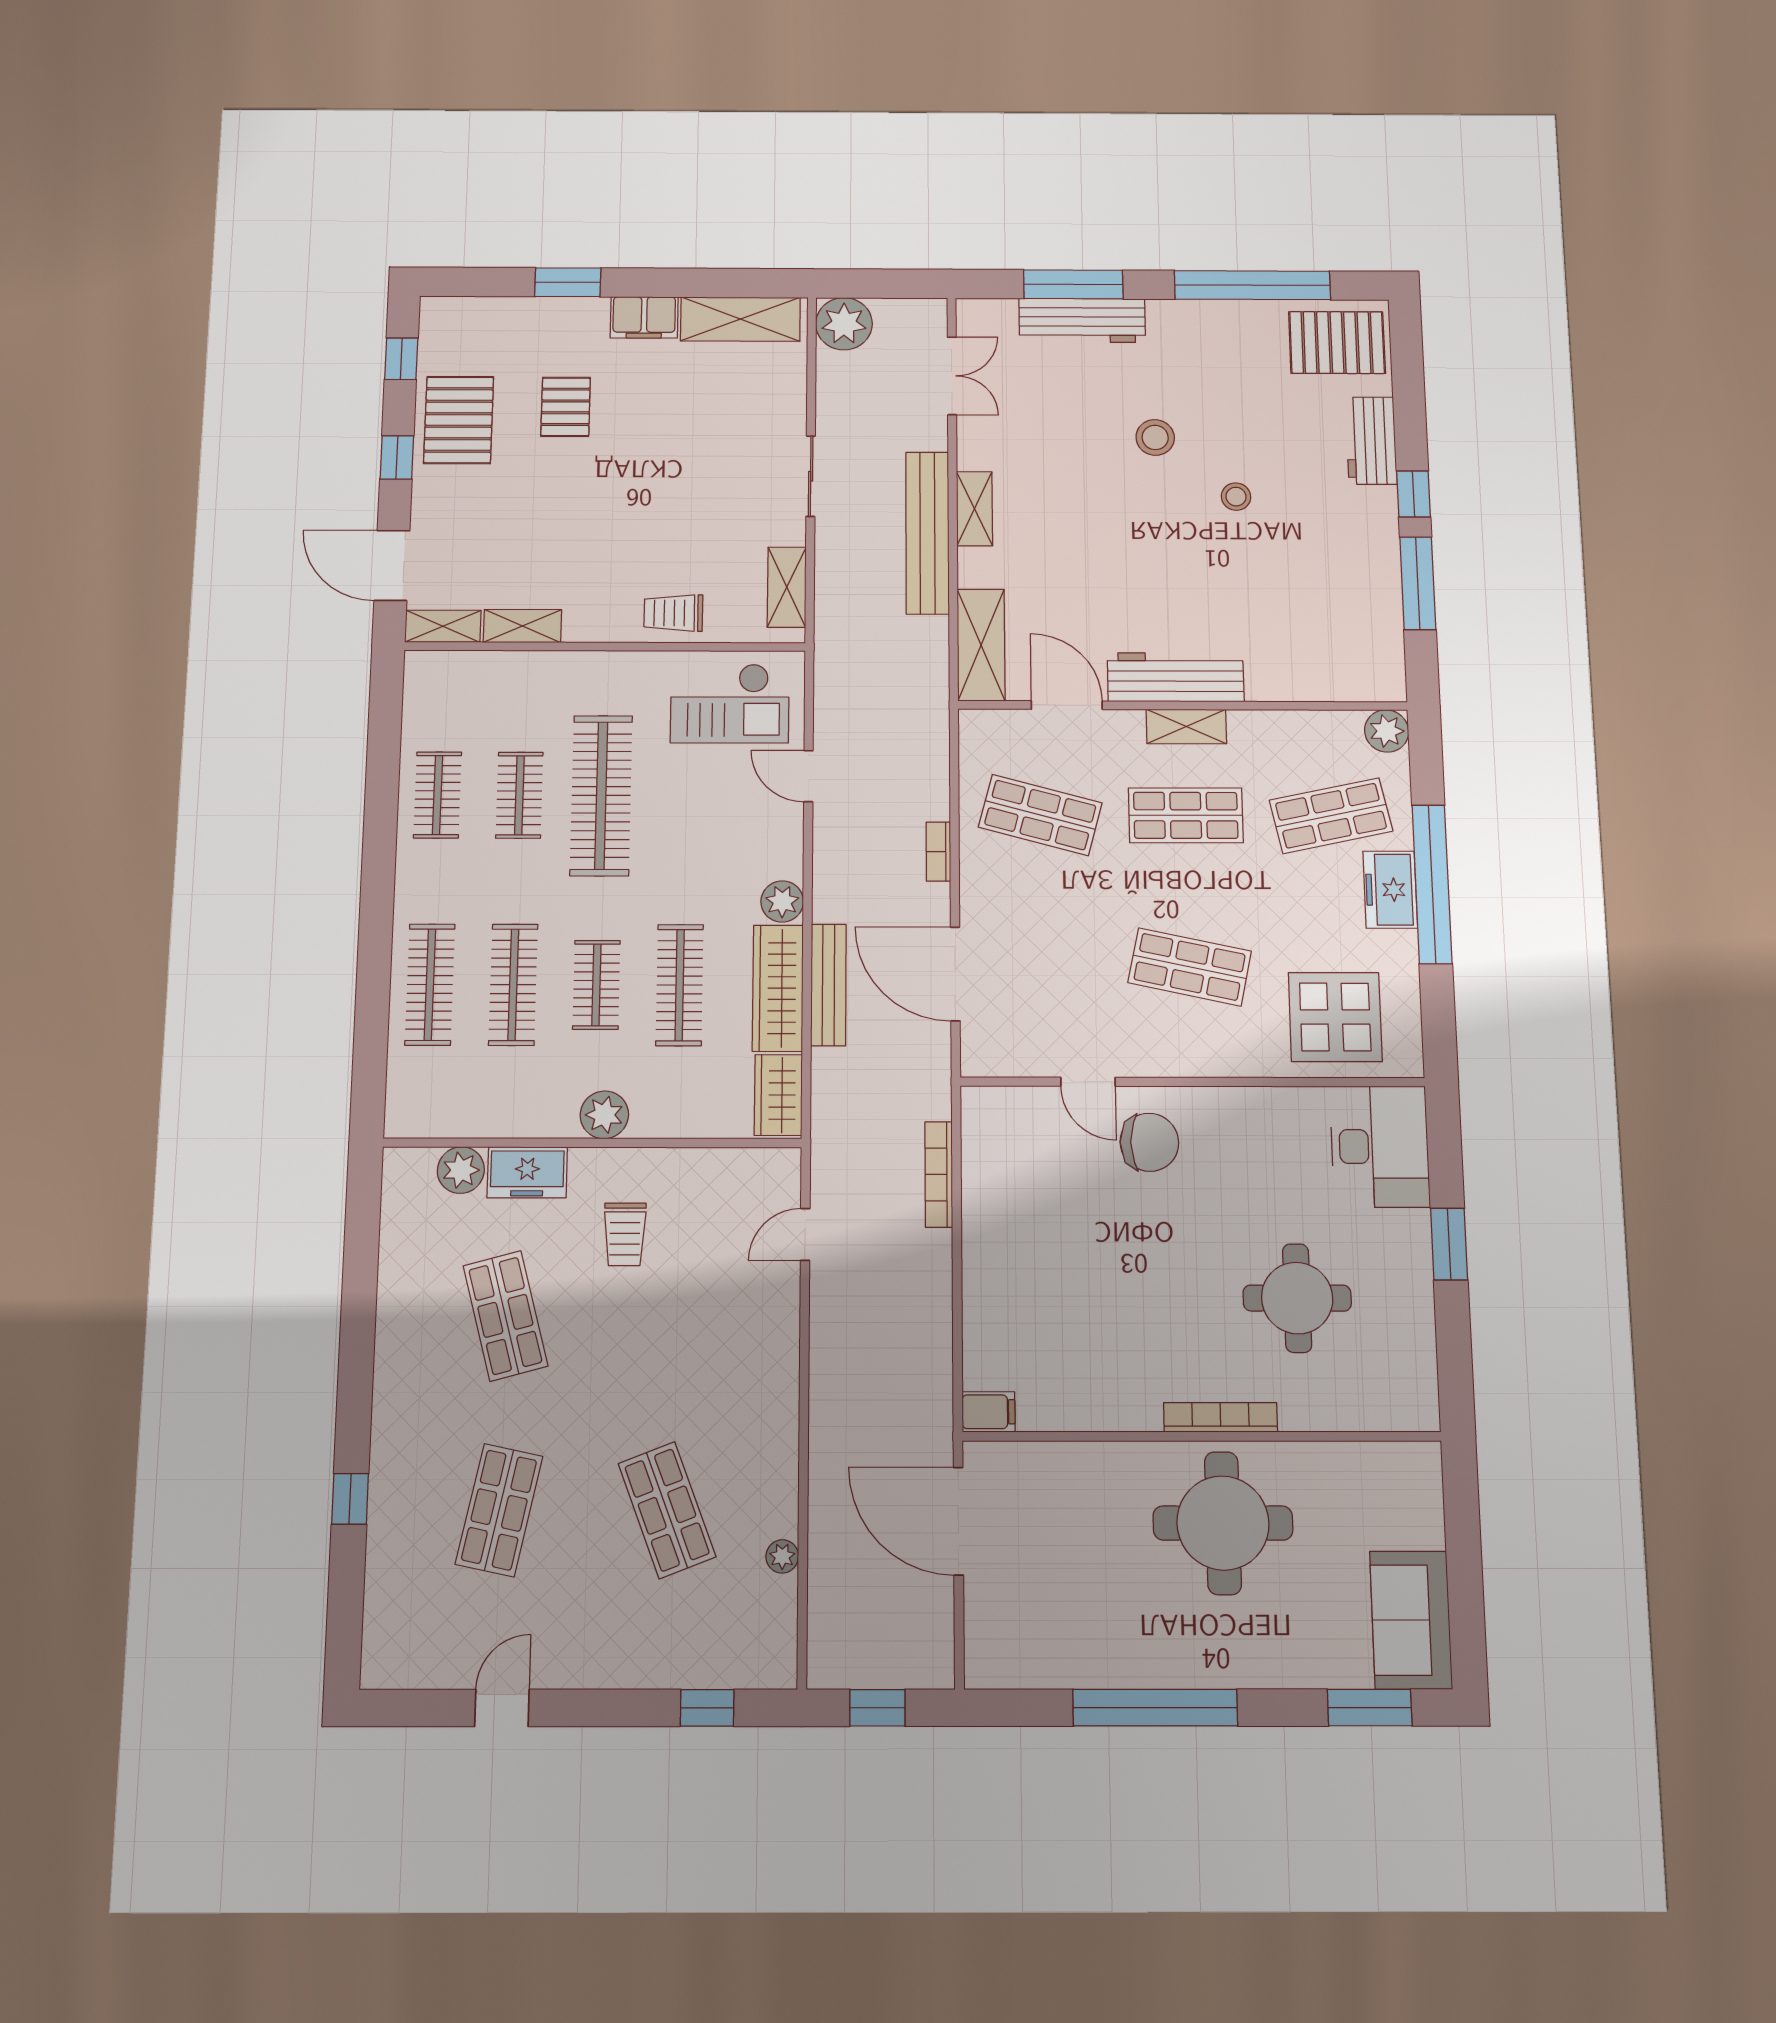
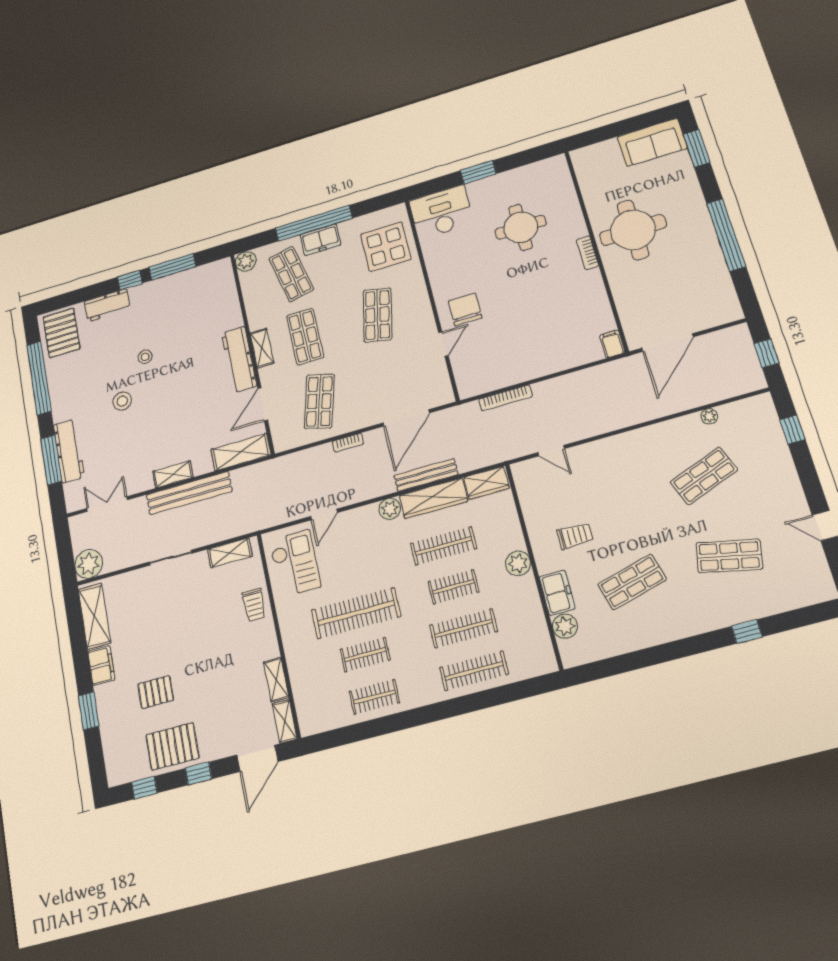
bookcase: (1221, 1417) -> (587, 253), width x0.64

